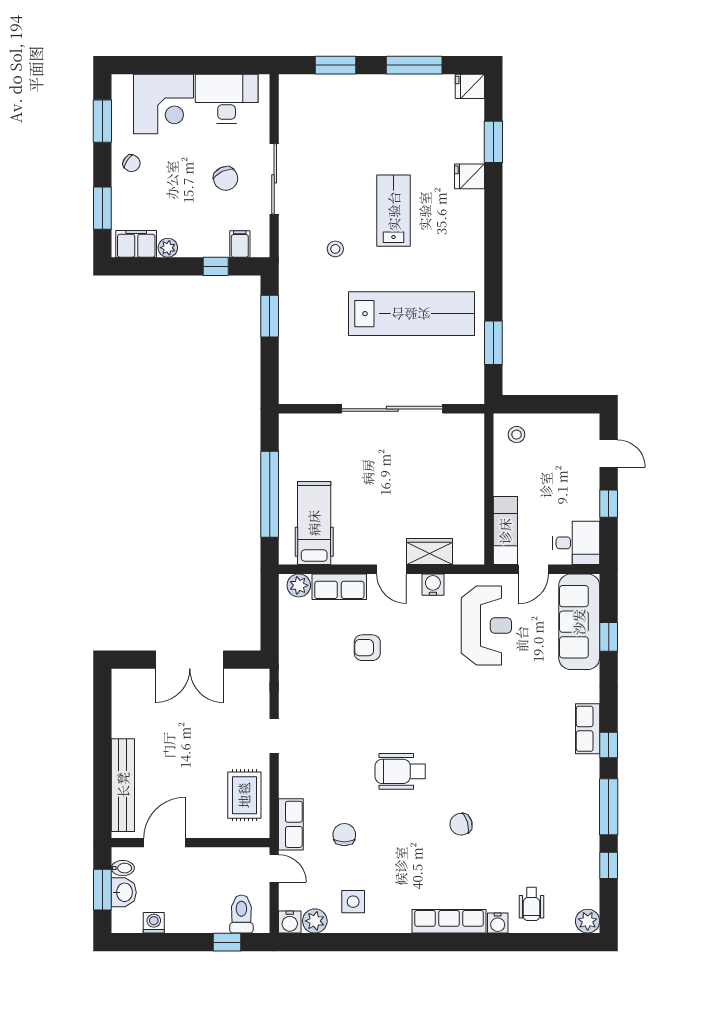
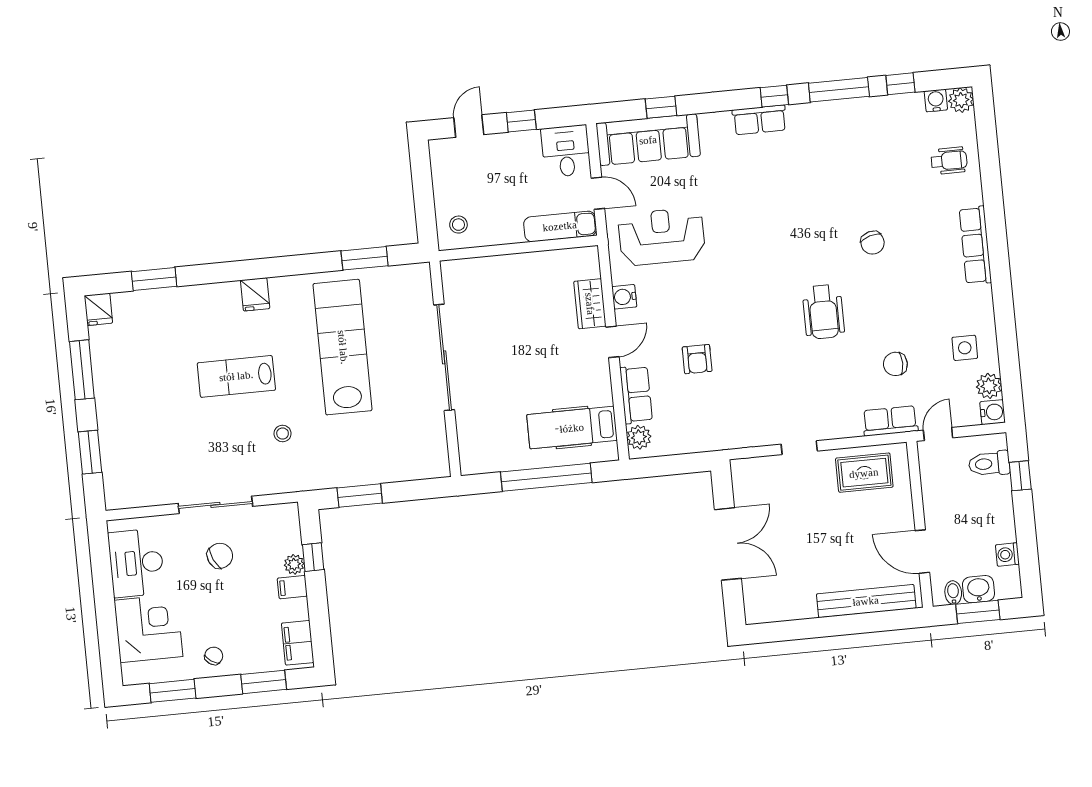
fridge: (469, 176) -> (255, 294), moved
filing cabinet: (240, 244) -> (292, 587), moved
plant: (168, 248) -> (294, 564), moved
water cooler: (498, 923) -> (936, 101), moved, turned -90

